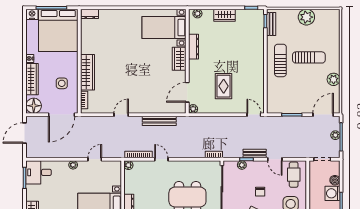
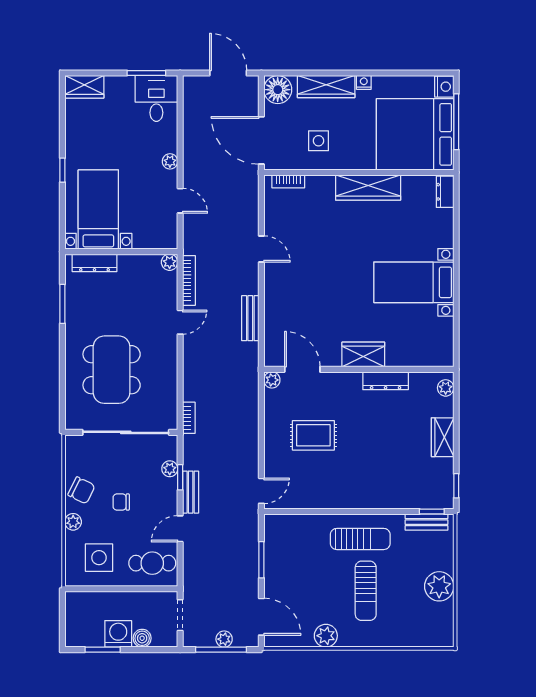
bed with nightstands: (164, 28) -> (414, 282), moved, turned -90
wardrobe: (87, 72) -> (368, 187), moved
bench: (159, 121) -> (250, 318), width x0.73

